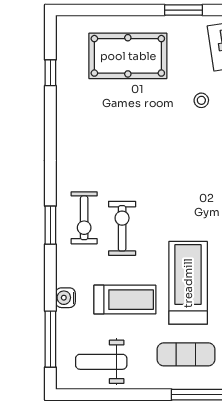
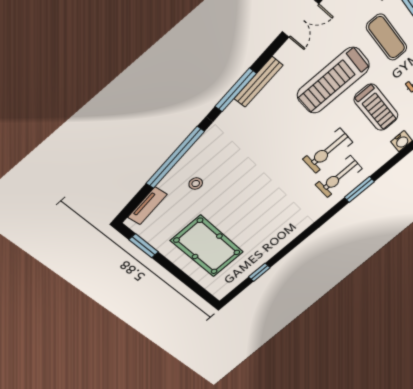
exercise bike: (84, 218) -> (339, 177), turned 180
treadmill: (125, 300) -> (376, 107), turned 180

